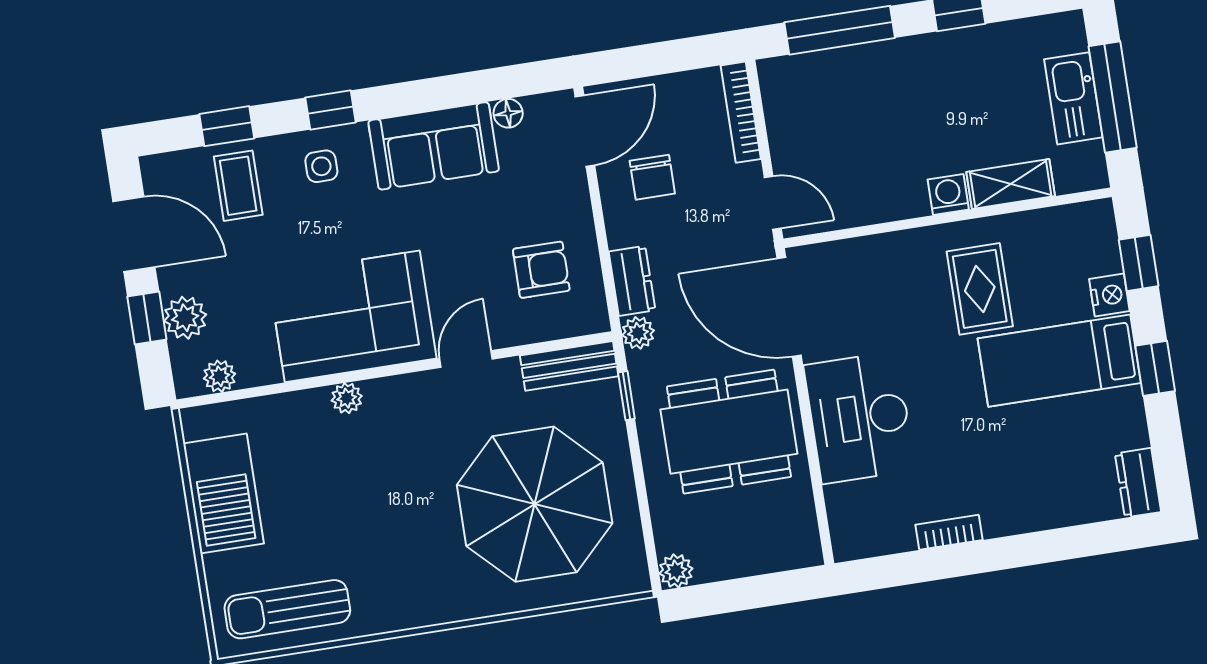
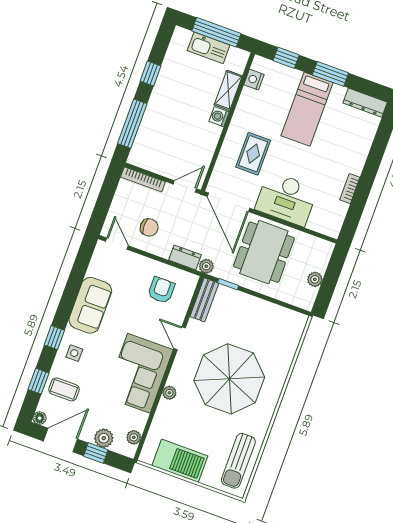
floor lamp: (508, 113) -> (40, 418), moved
door: (585, 131) -> (117, 244), width x0.73
rug: (980, 289) -> (253, 154), moved, turned 90
nightstand: (1109, 295) -> (254, 80), moved, turned -90
door: (789, 307) -> (229, 202), hinge flipped
window: (1155, 368) -> (330, 74), width x1.50
dresser: (1138, 483) -> (365, 103), width x1.44
parasol: (535, 504) -> (229, 379), moved
plant: (676, 571) -> (315, 279), moved

